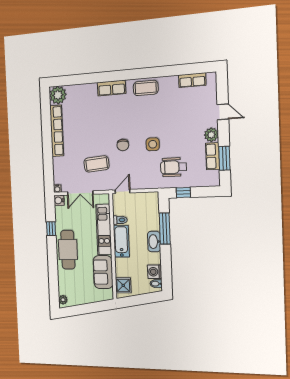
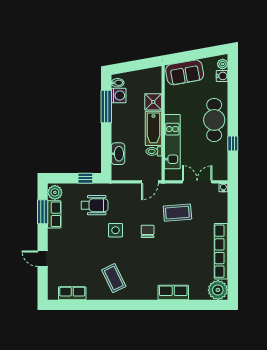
row of seats: (112, 88) -> (173, 293), moved
coffee table: (146, 88) -> (114, 278), moved, turned 64
plant: (211, 135) -> (55, 192), moved
water cooler: (59, 200) -> (222, 76), moved
window: (165, 229) -> (106, 107), moved
washbasin: (154, 242) -> (118, 154), moved
sofa: (103, 272) -> (185, 72), moved, turned 80
shower: (123, 285) -> (153, 102), moved

